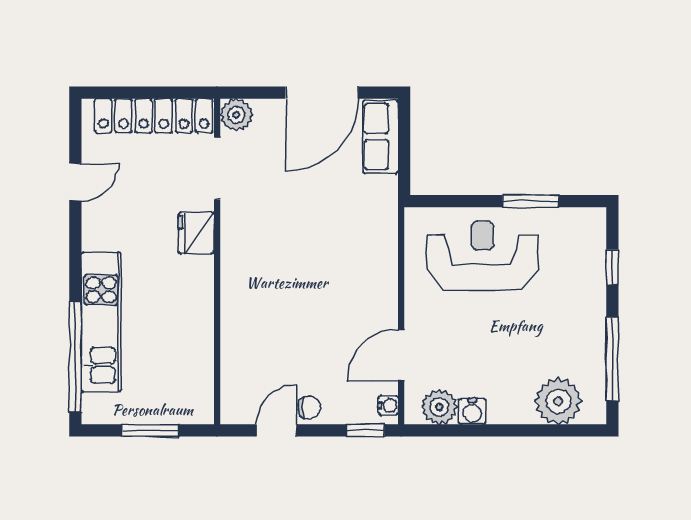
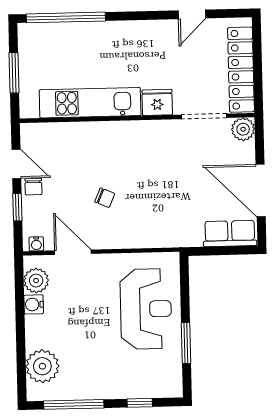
door: (75, 182) -> (192, 14), hinge flipped
chair: (327, 309) -> (105, 198), added
kitchen unit: (101, 322) -> (90, 103), moved, turned 180
window: (365, 430) -> (17, 207), moved

